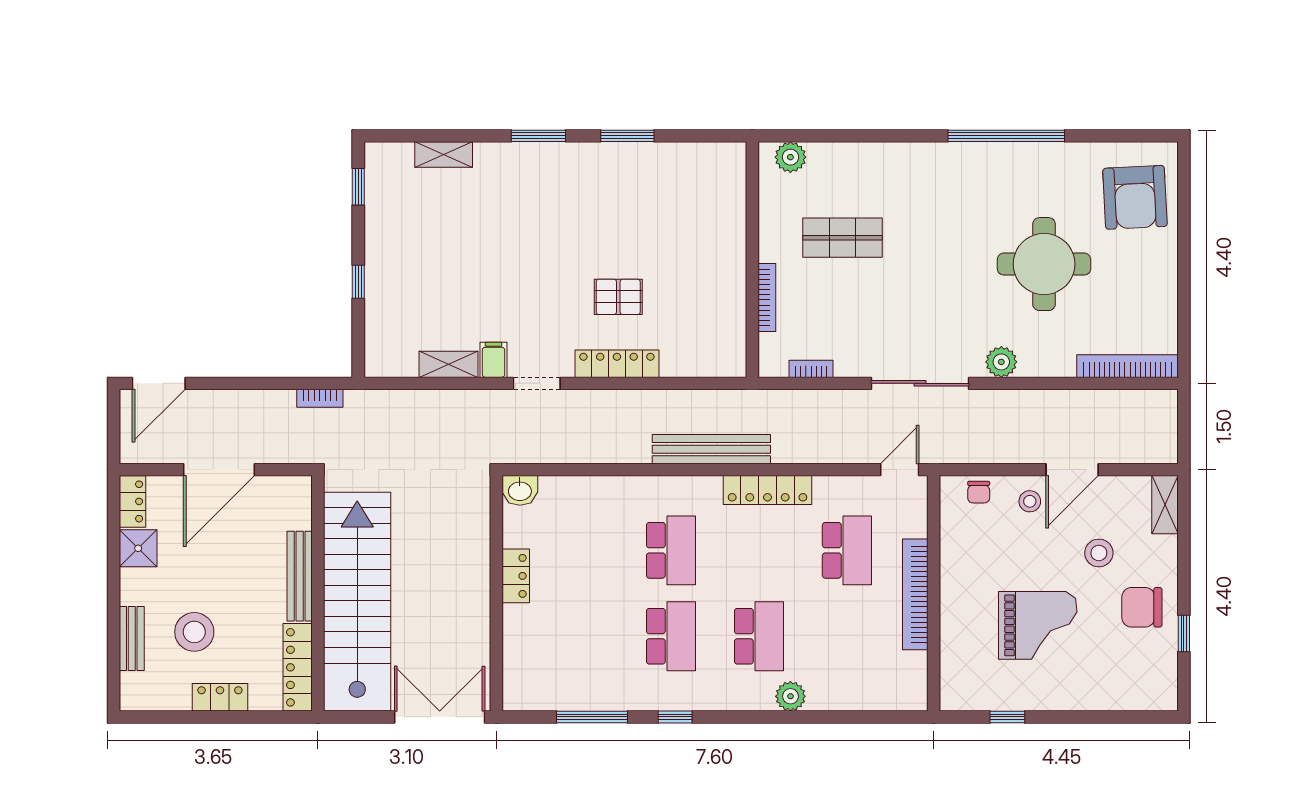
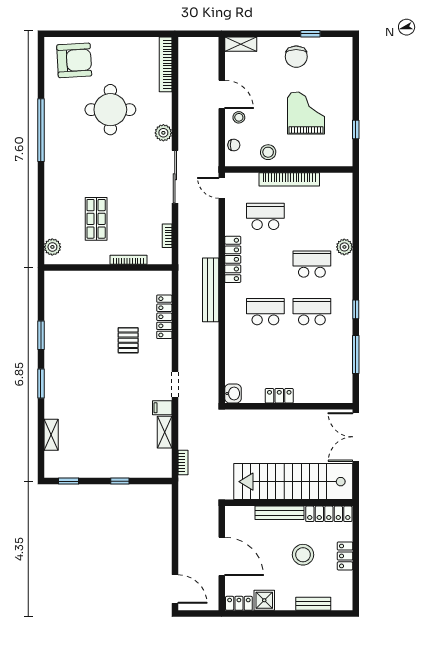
locker: (617, 364) -> (164, 317), moved
bookcase: (320, 398) -> (183, 462), moved
stool: (1099, 553) -> (268, 152), moved
stool: (194, 632) -> (303, 555), moved

